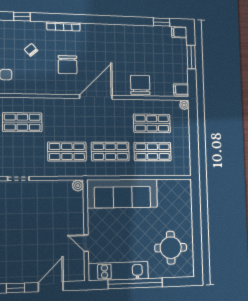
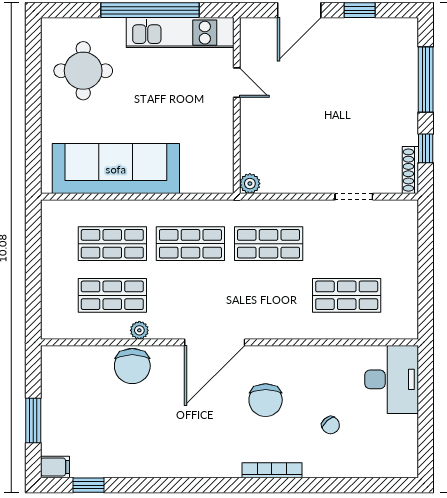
window: (22, 17) -> (346, 485), removed
chair: (68, 65) -> (266, 400), turned 180
filing cabinet: (181, 90) -> (55, 359), removed
plant: (184, 105) -> (139, 330), moved
sofa: (123, 194) -> (116, 169), moved

